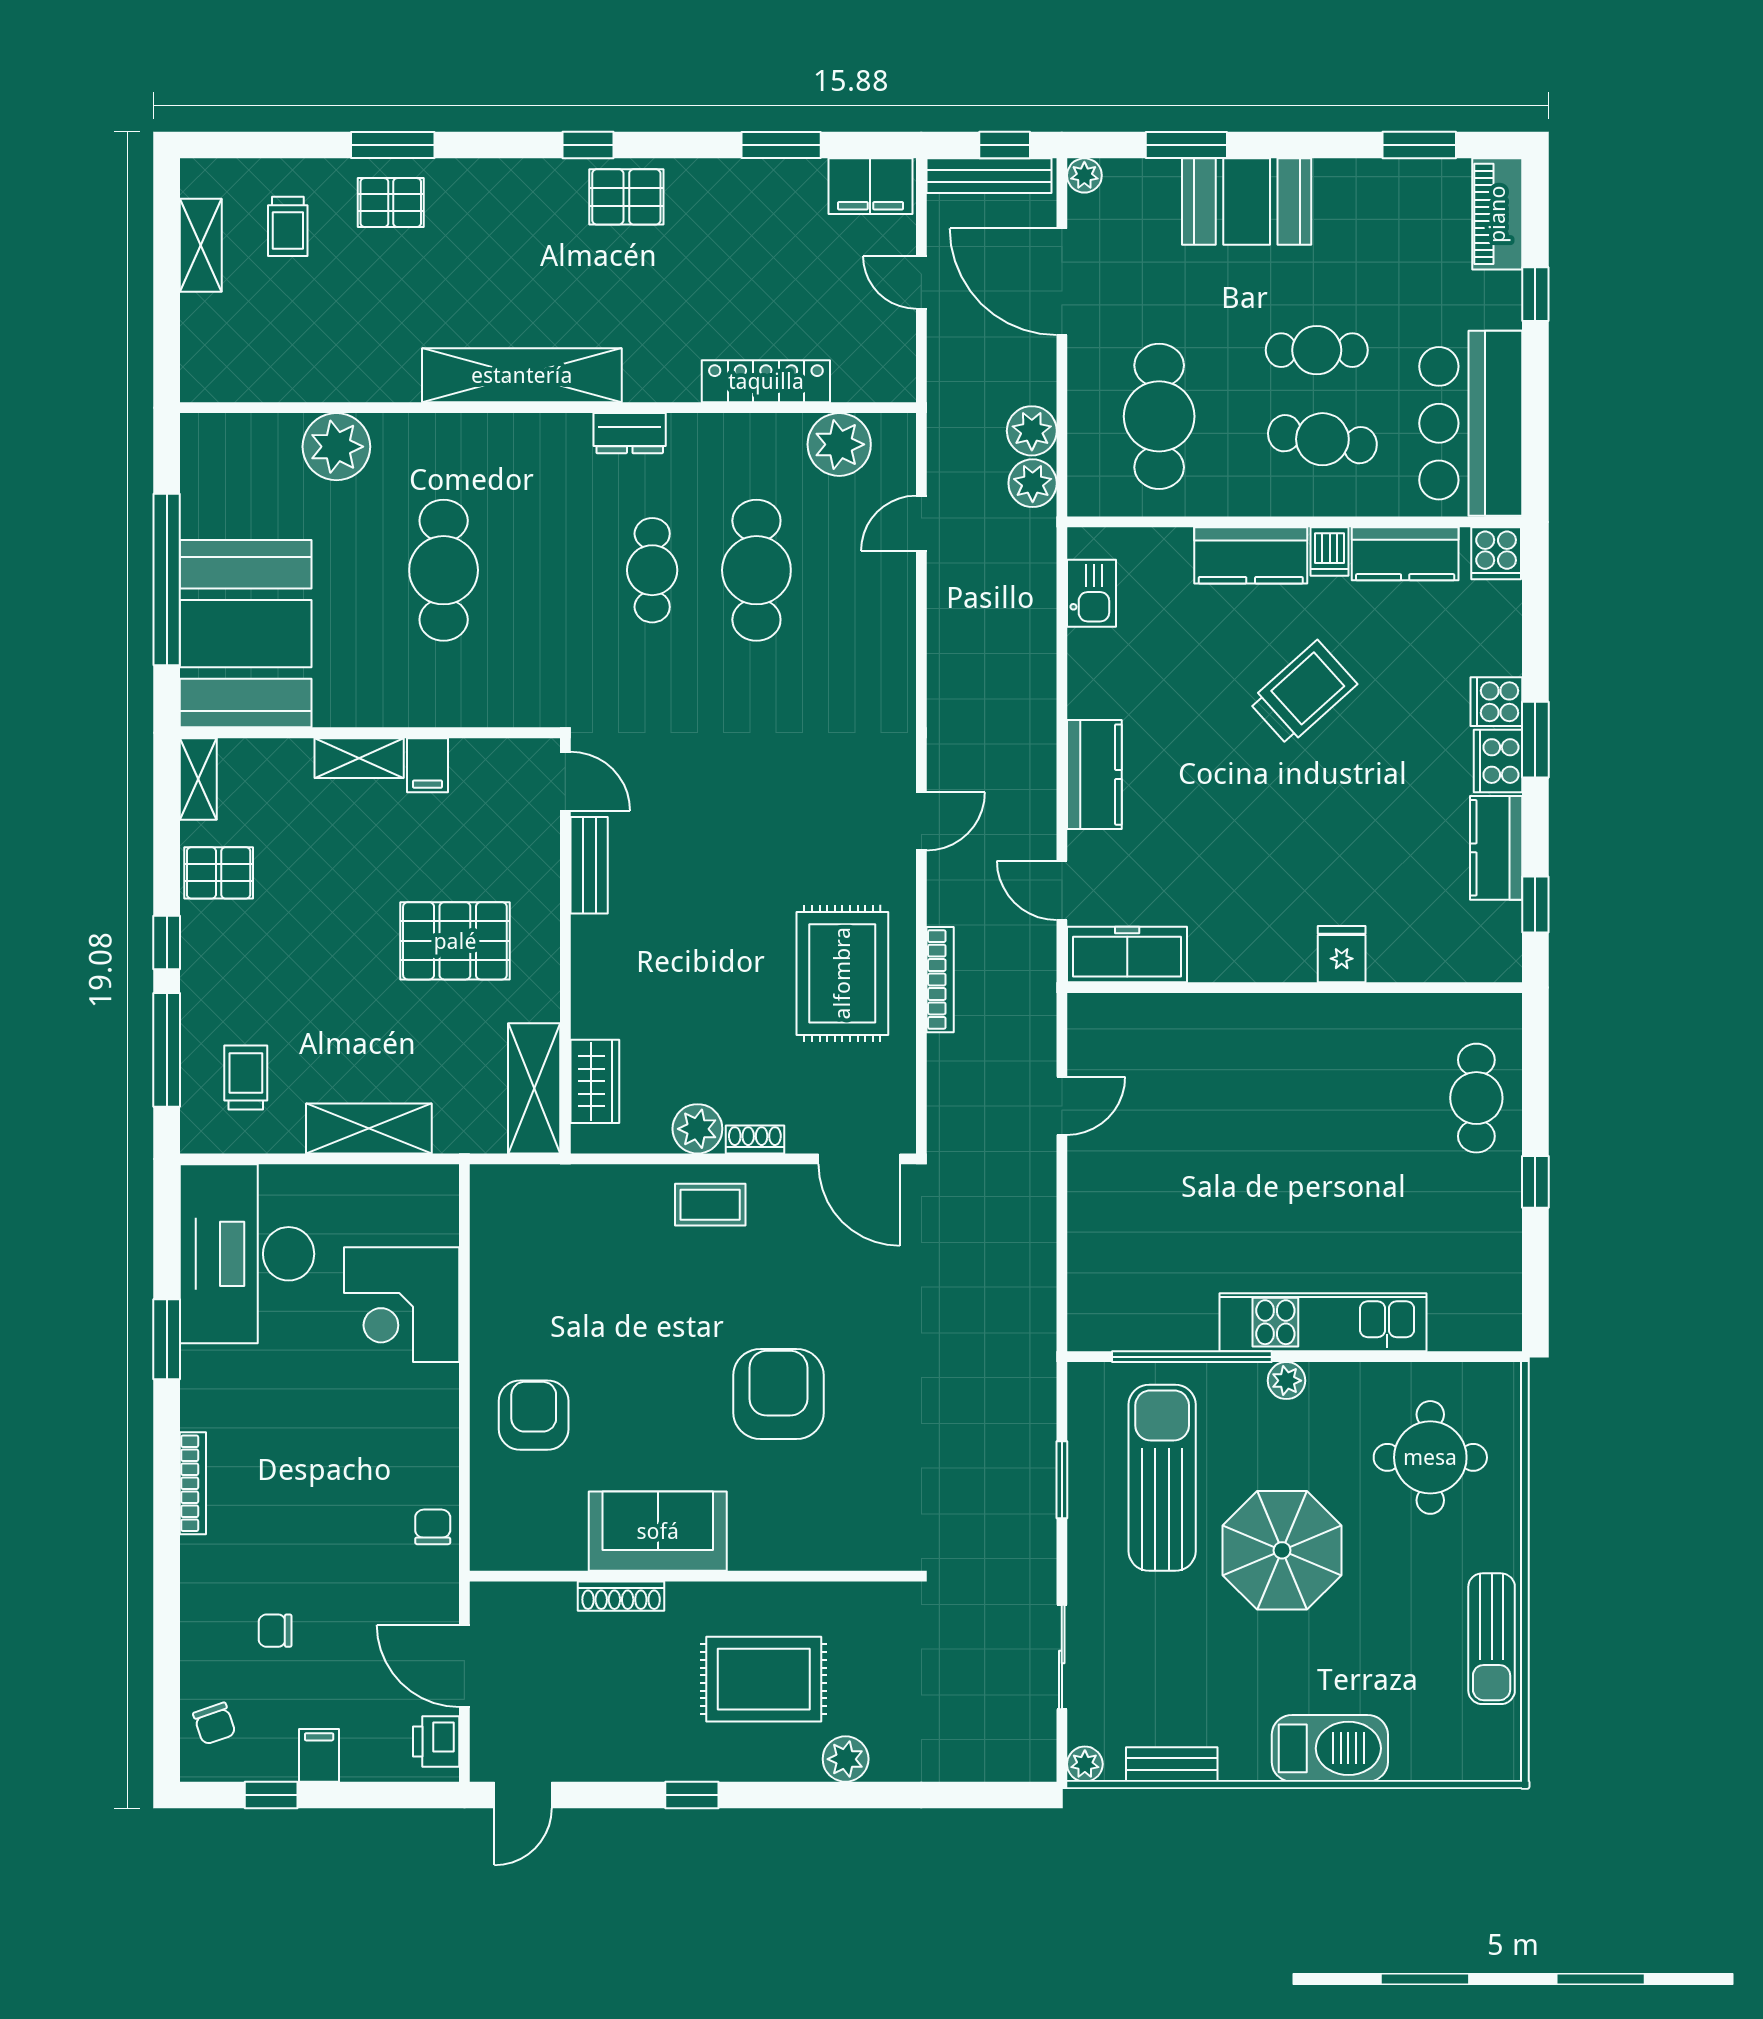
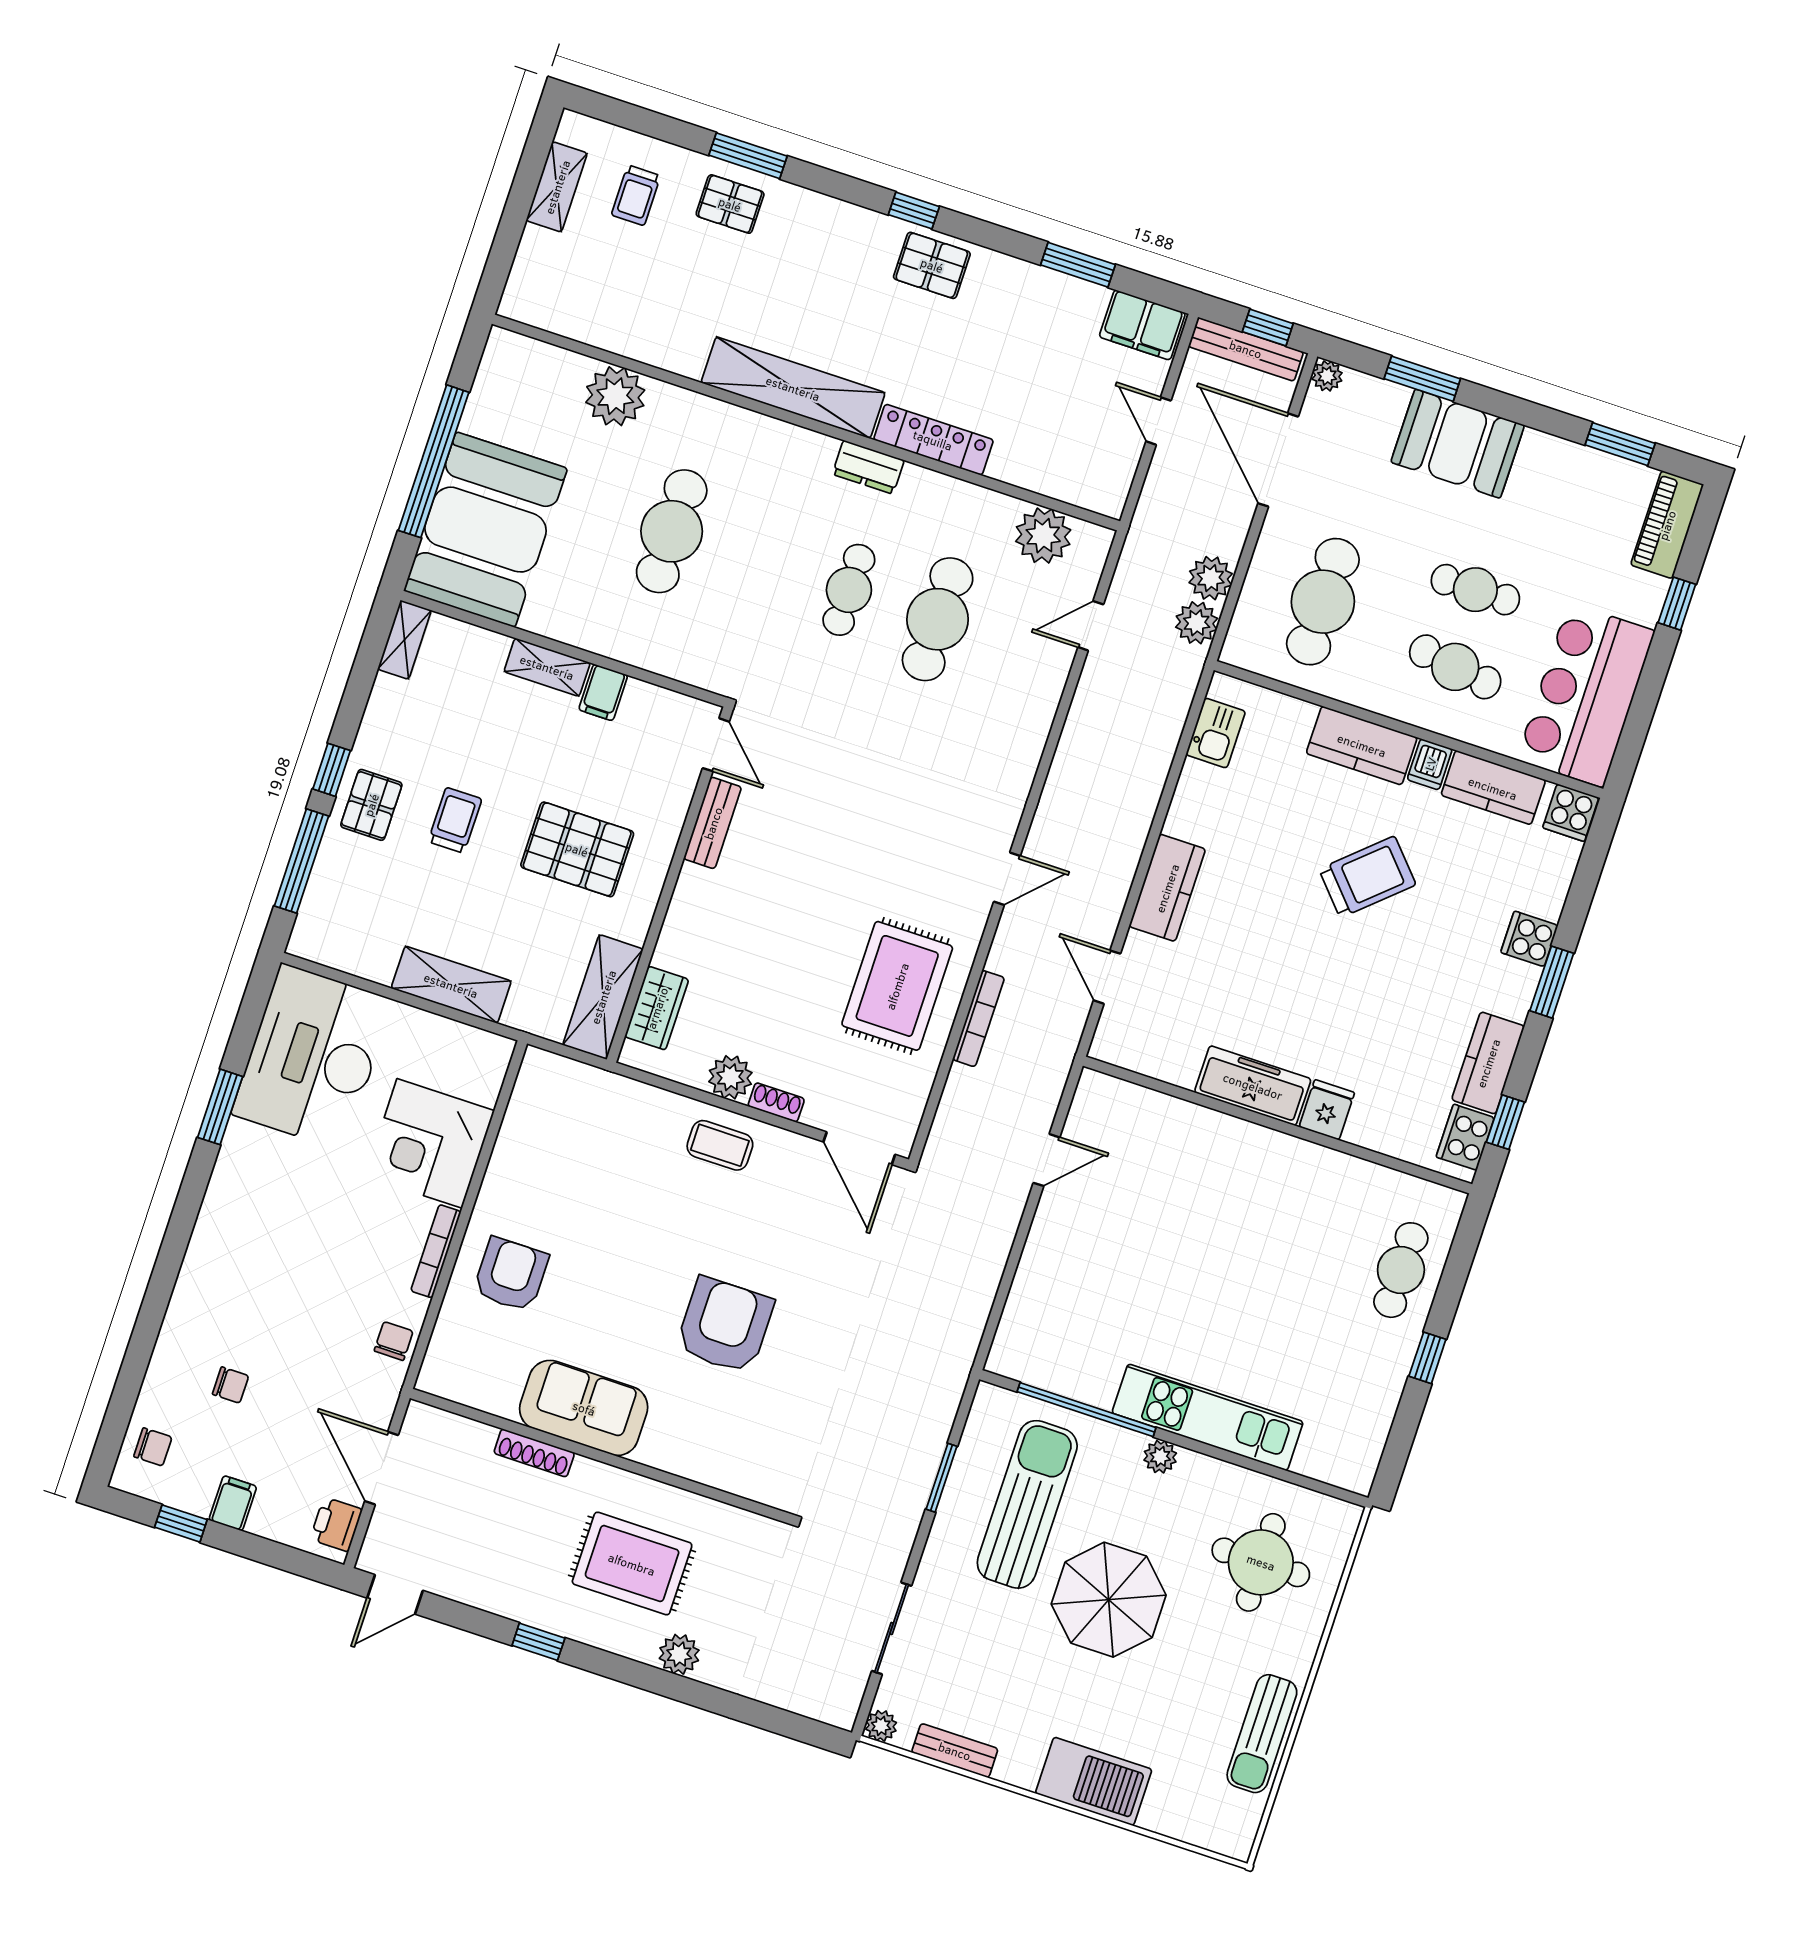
locker: (766, 381) -> (933, 440), moved
cooker: (1498, 761) -> (1465, 1137), moved
pallet: (219, 873) -> (371, 805), moved, turned 90
freezer: (1127, 954) -> (1253, 1086), moved
trolley: (246, 1078) -> (455, 820), moved
bookcase: (193, 1483) -> (436, 1251), moved, turned 180
chair: (275, 1631) -> (231, 1385), turned 180
chair: (214, 1724) -> (153, 1447), turned -71

